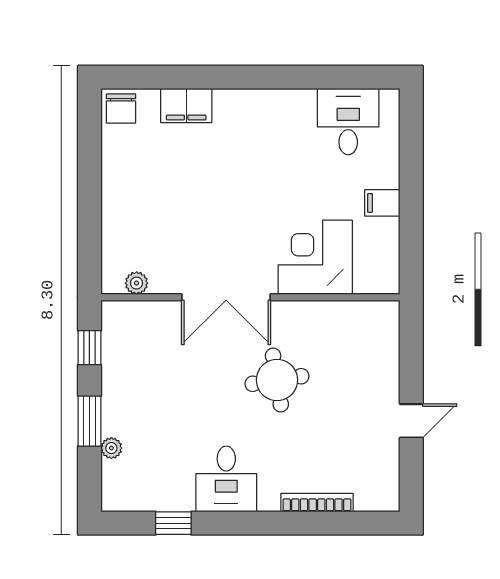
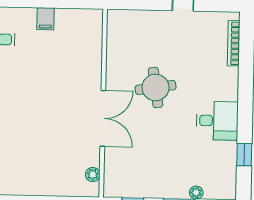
corner desk: (315, 257) -> (79, 62), removed
bookcase: (317, 503) -> (234, 43), moved

